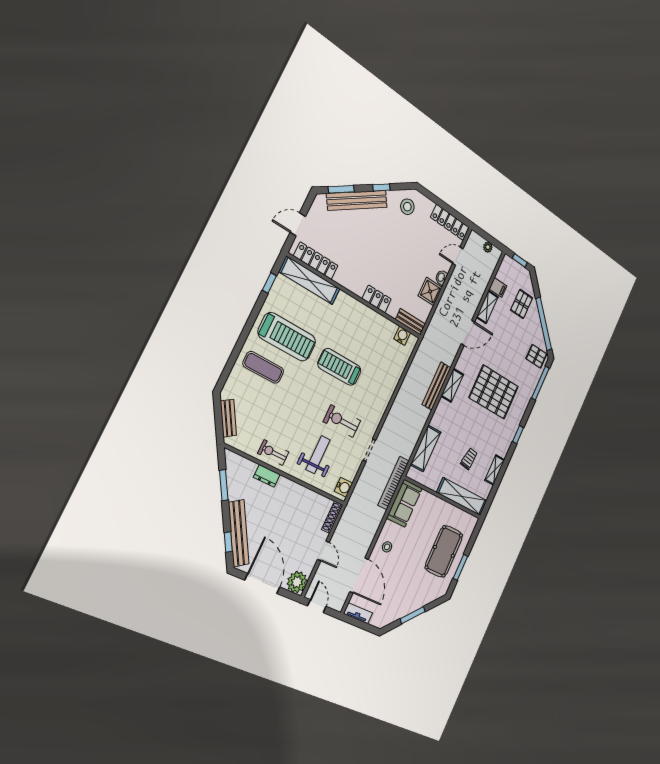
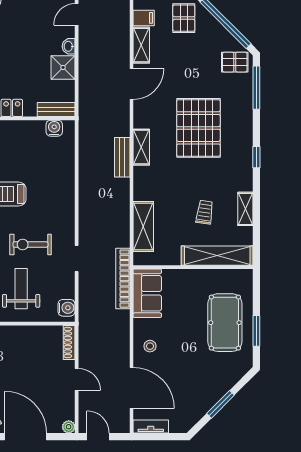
bench: (436, 386) -> (122, 157), width x0.73
pallet: (494, 392) -> (198, 128), turned 90
plant: (297, 582) -> (69, 427), width x0.53, depth x0.53

